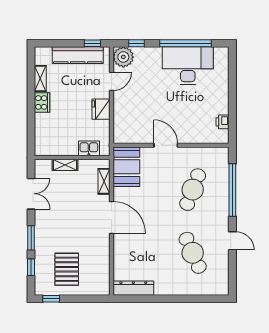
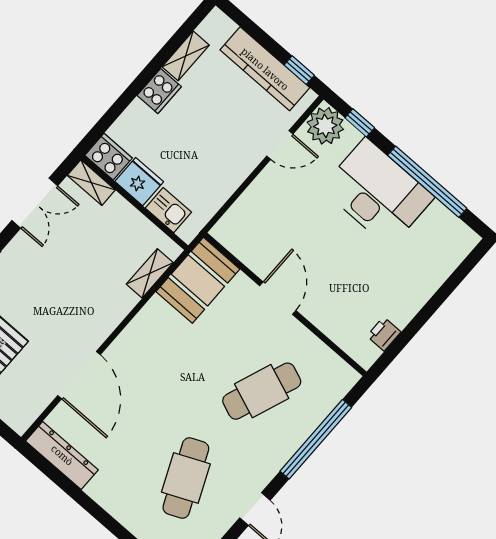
desk: (188, 66) -> (378, 193), moved
fridge: (101, 109) -> (139, 182), moved, turned 90
cooker: (45, 148) -> (109, 157), added
shelving: (65, 165) -> (91, 183), moved
door: (111, 218) -> (79, 375), moved

